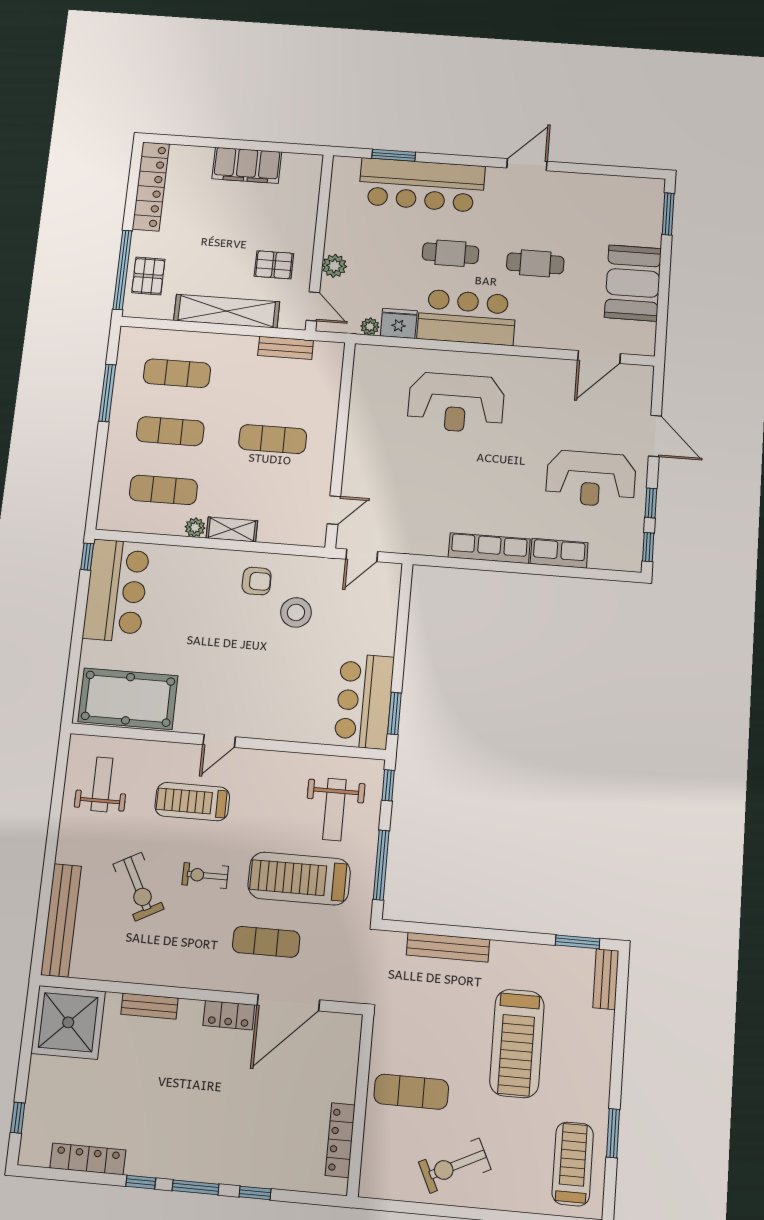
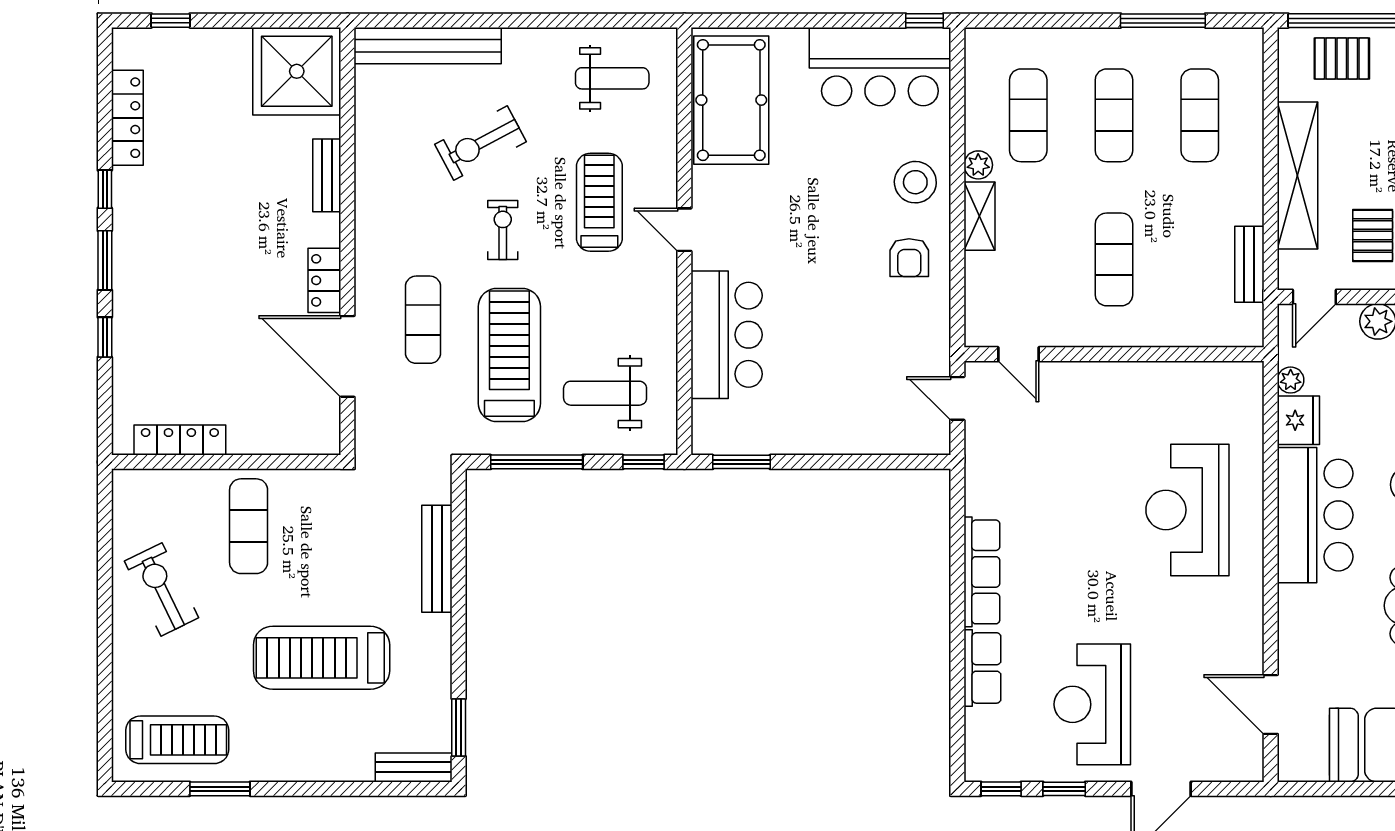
stool: (296, 612) -> (915, 182), moved
bar counter: (364, 701) -> (727, 335), moved, turned 90

